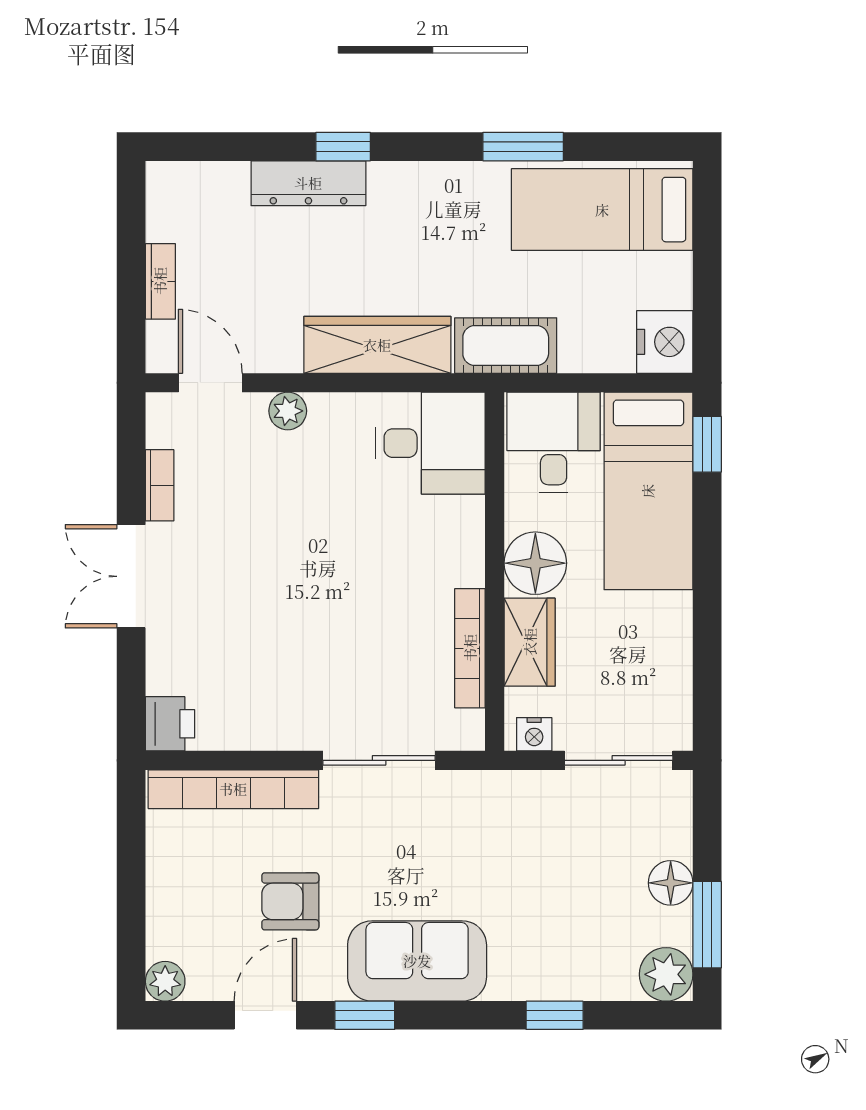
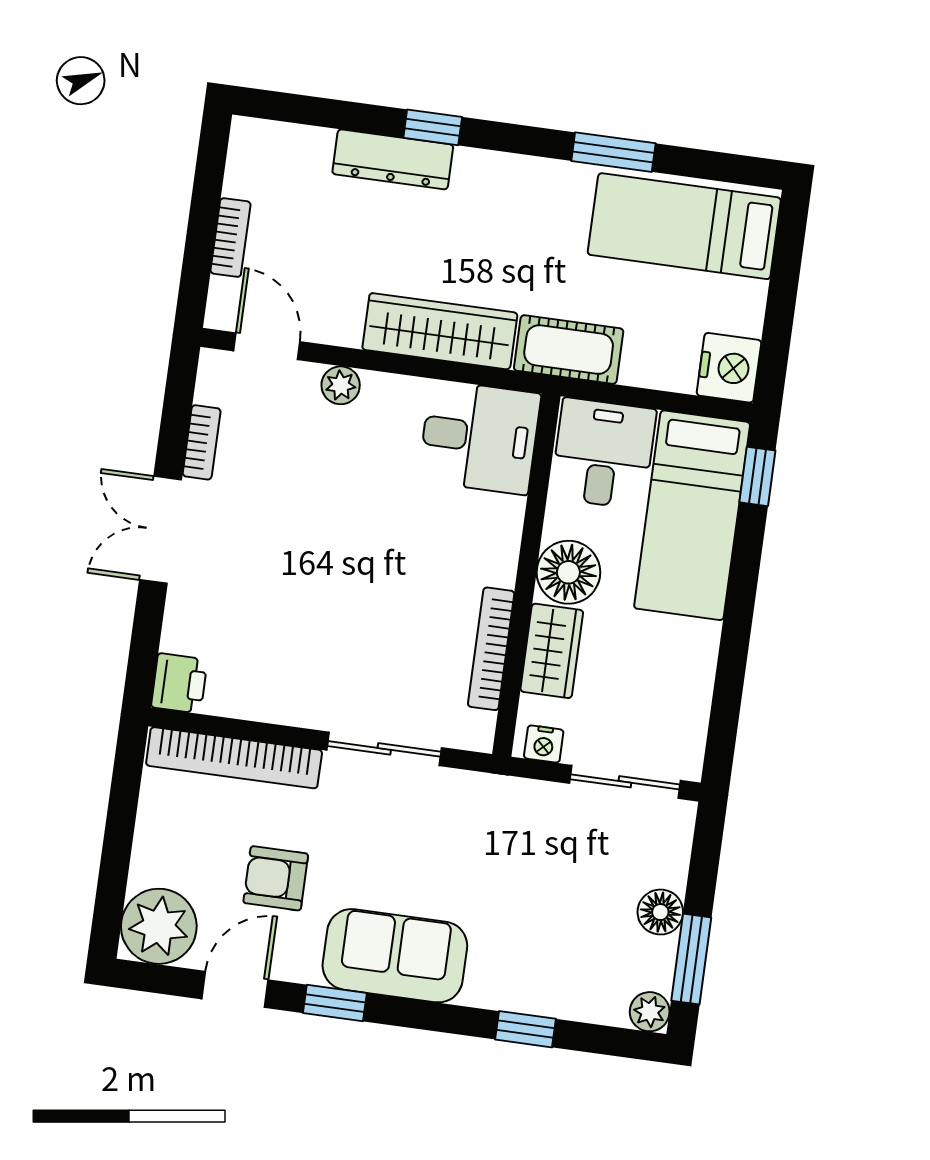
plant: (666, 974) -> (650, 1012), width x0.73, depth x0.73
plant: (165, 981) -> (159, 926), width x1.88, depth x1.88

